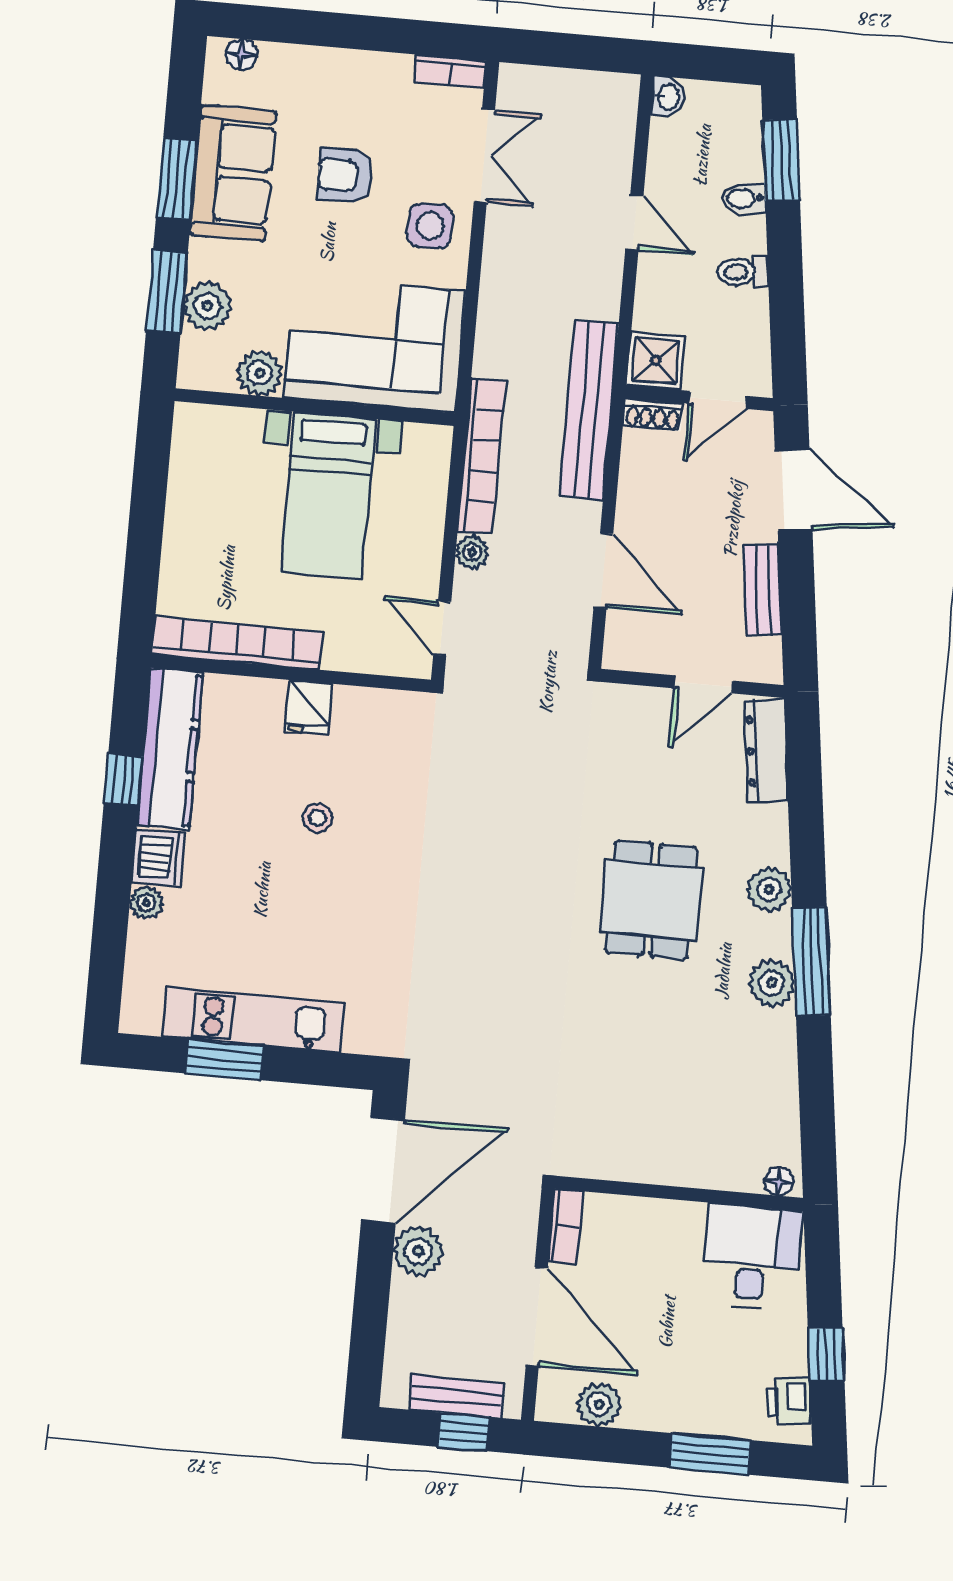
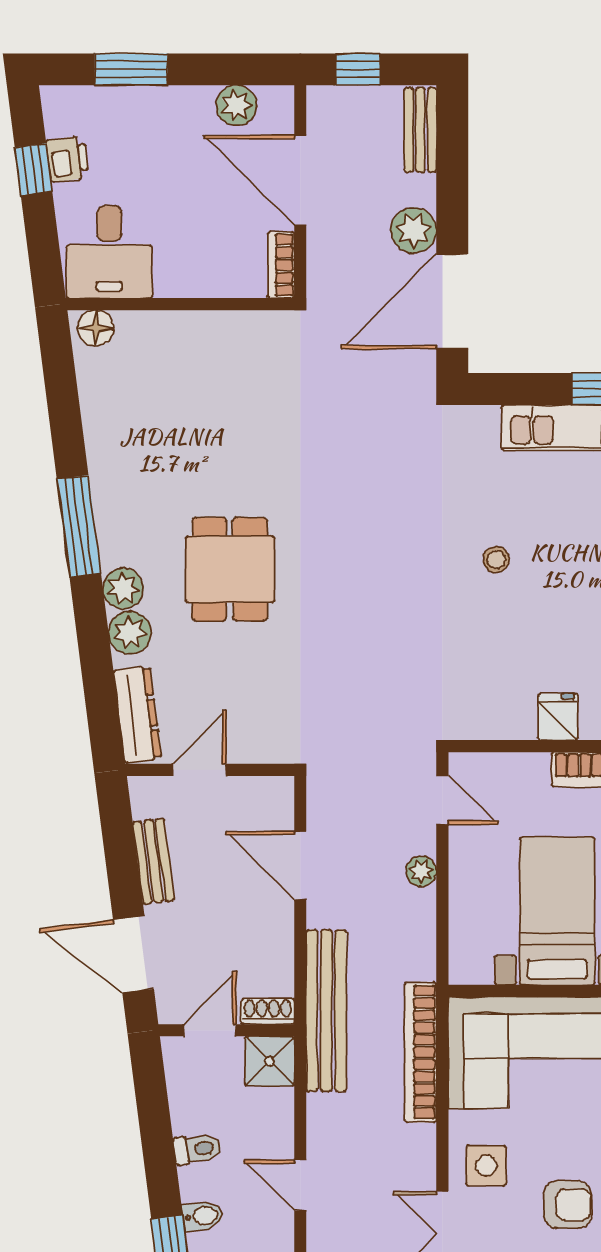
bookcase: (482, 456) -> (421, 1052), moved
stool: (318, 818) -> (496, 560), moved
plant: (772, 983) -> (130, 633), moved
floor lamp: (779, 1181) -> (96, 328), width x1.37, depth x1.37
bench: (456, 1396) -> (420, 130), moved, turned 90
printer: (789, 1401) -> (68, 159), moved

